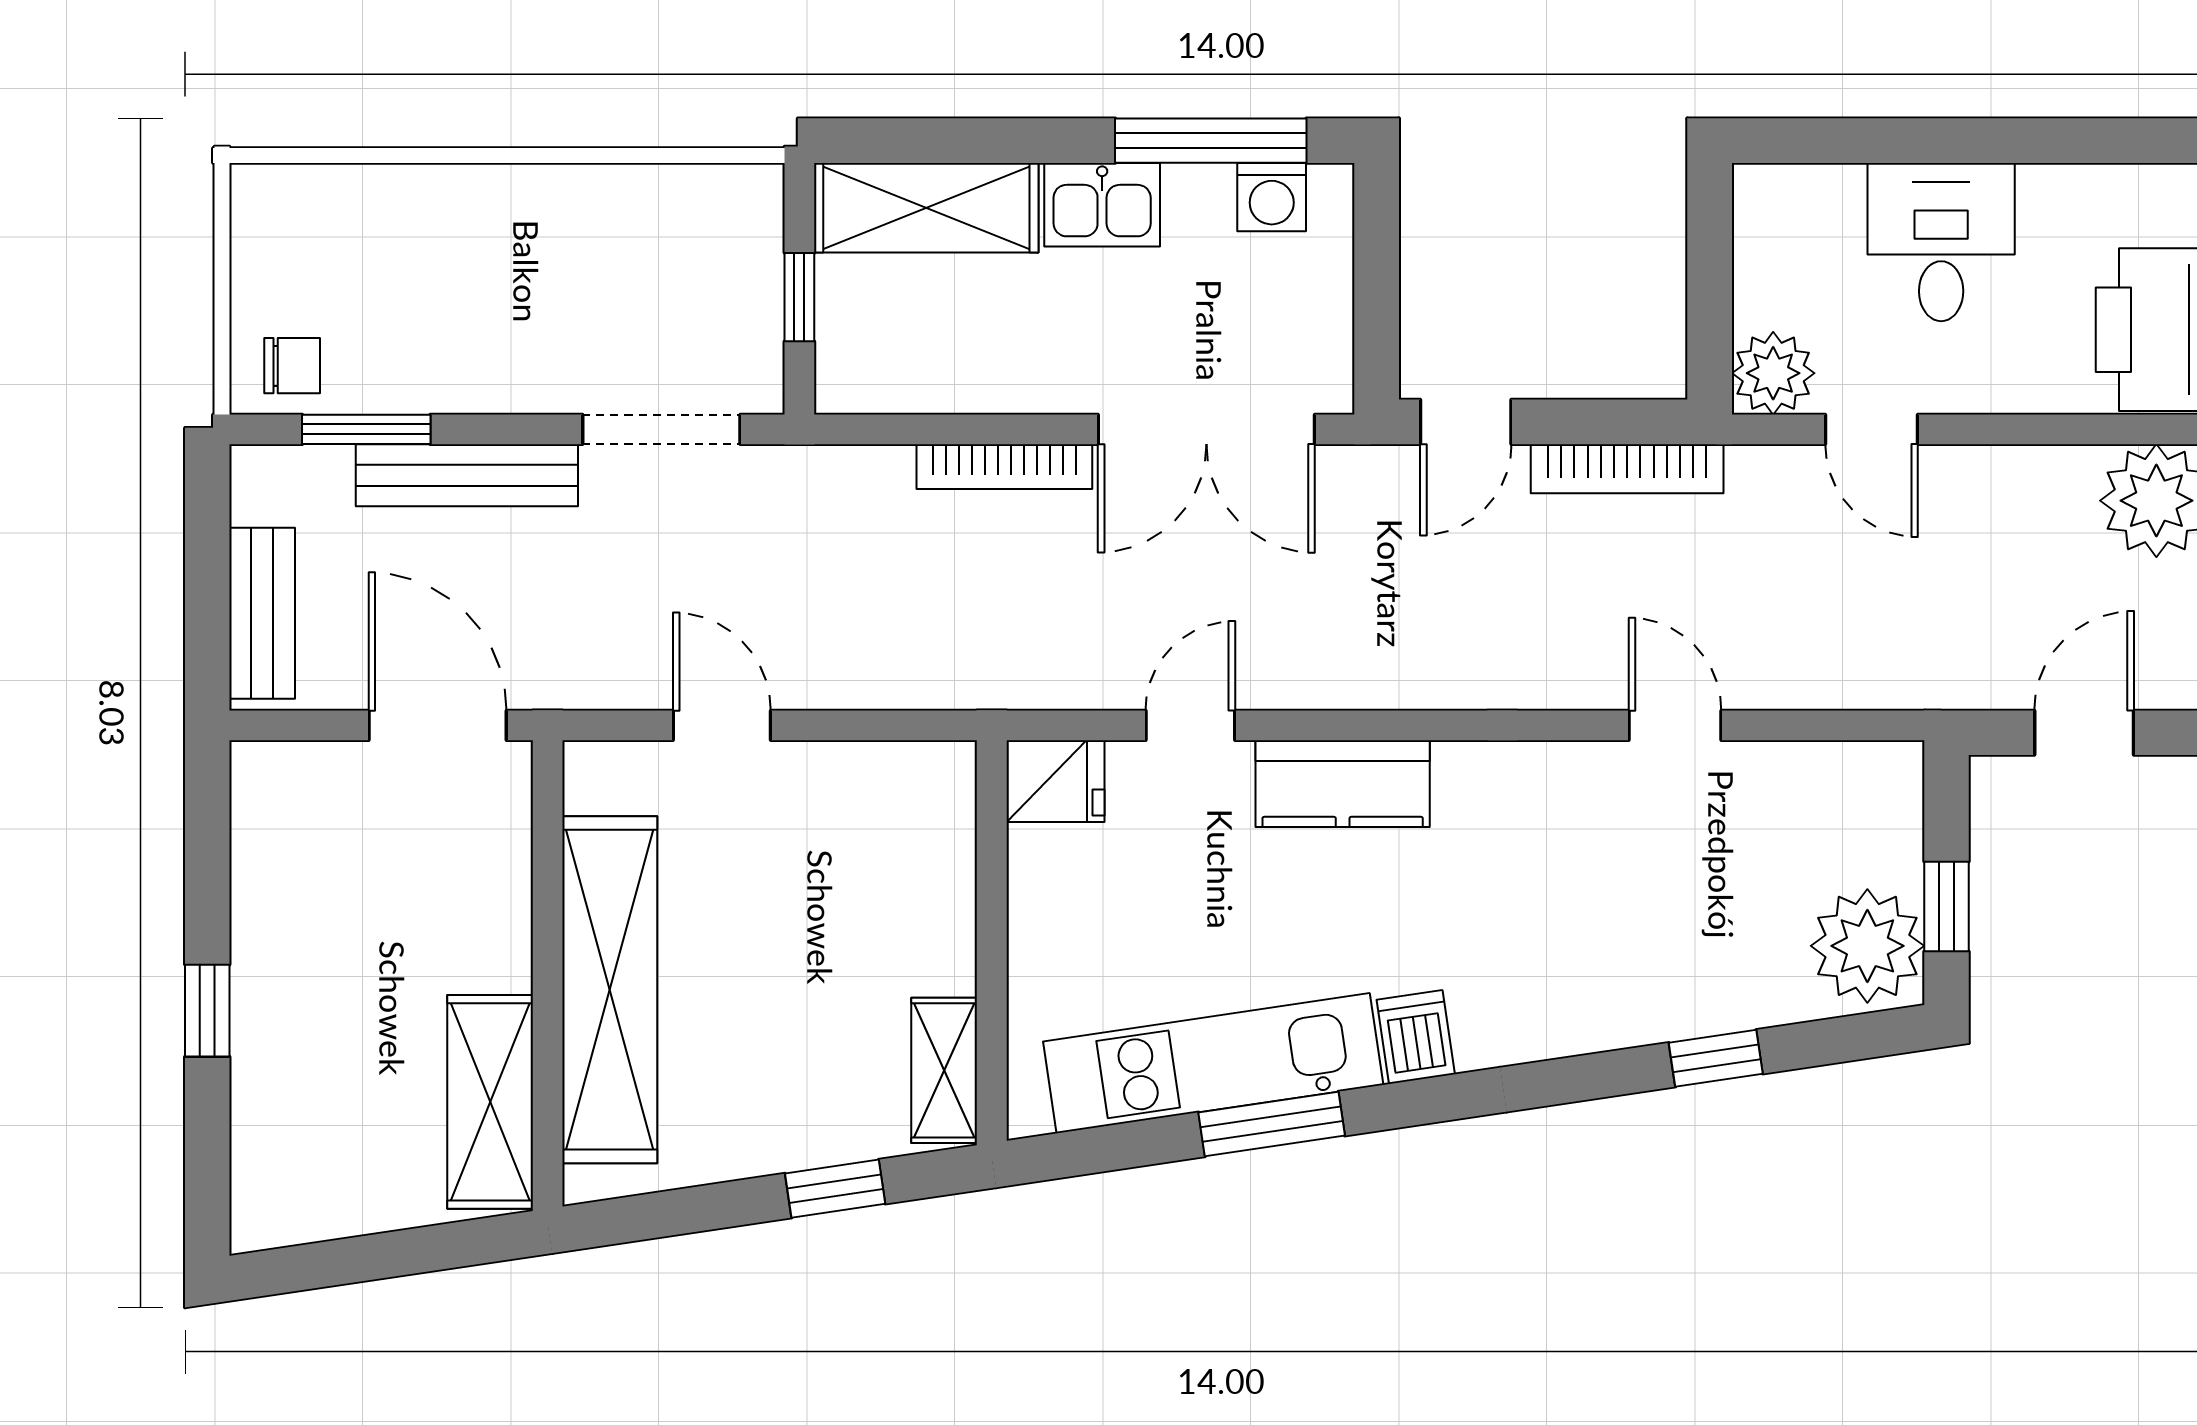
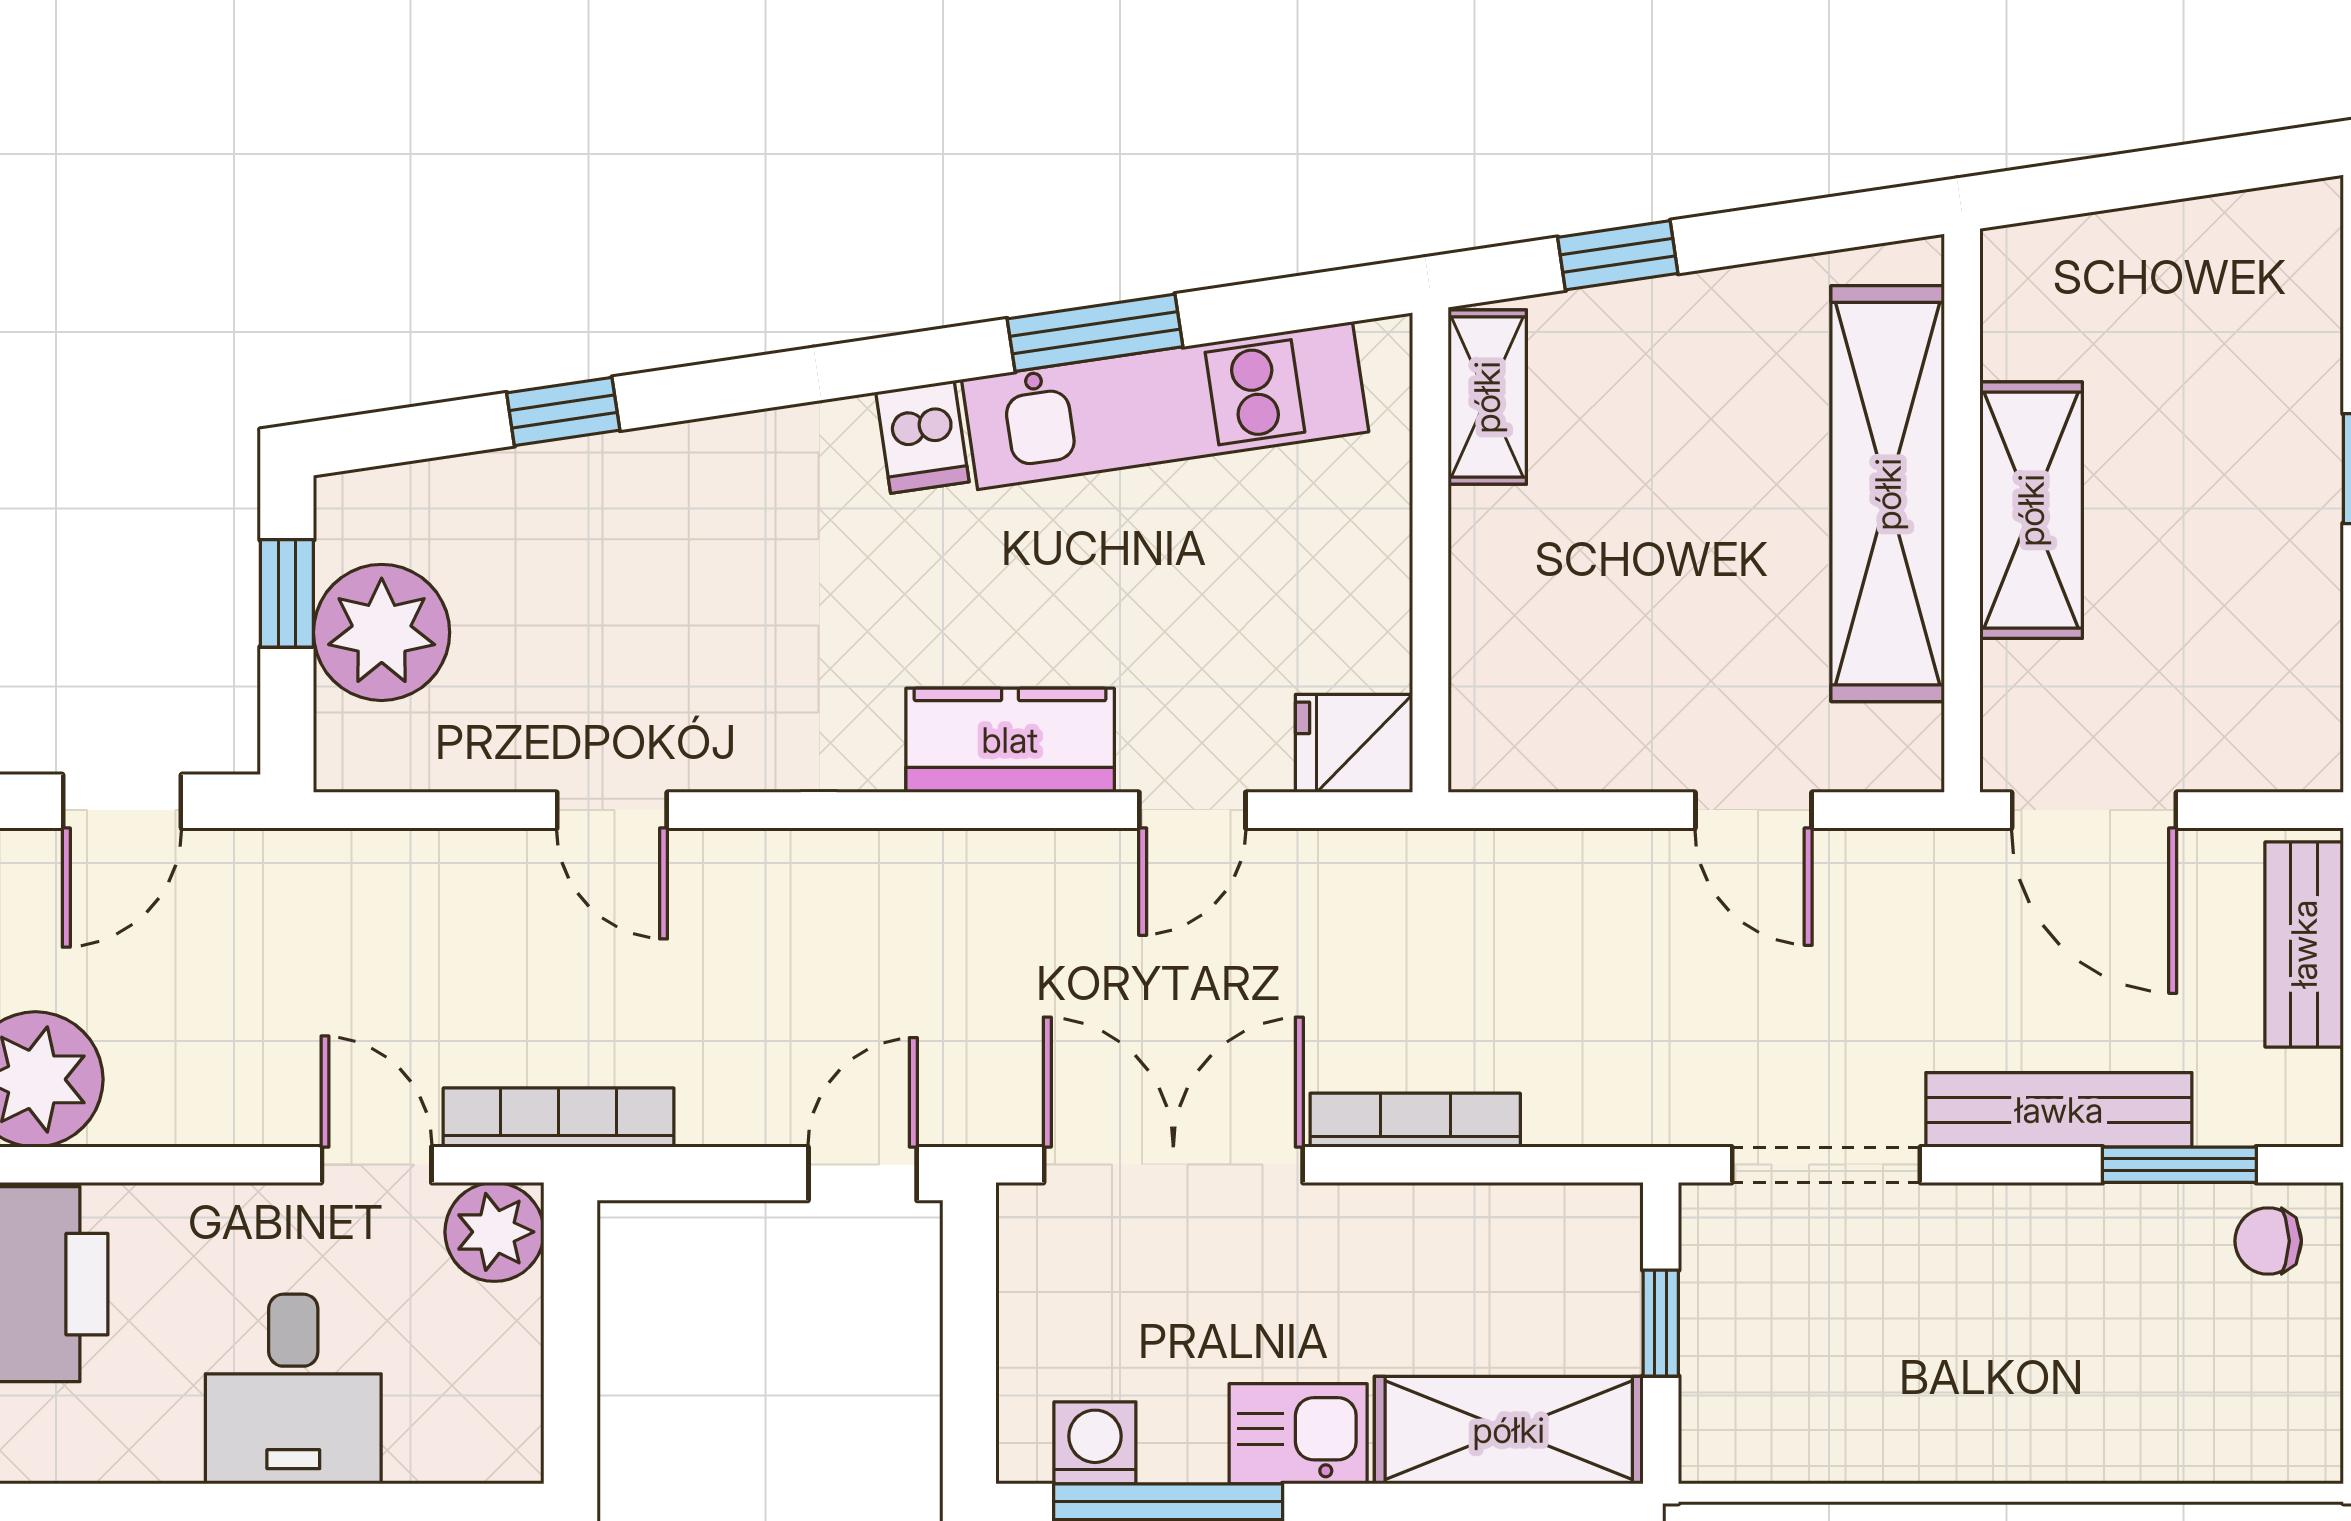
bookcase: (1627, 469) -> (559, 1117), moved
plant: (1867, 946) -> (382, 632), moved
shelving: (490, 1102) -> (2031, 510), moved

